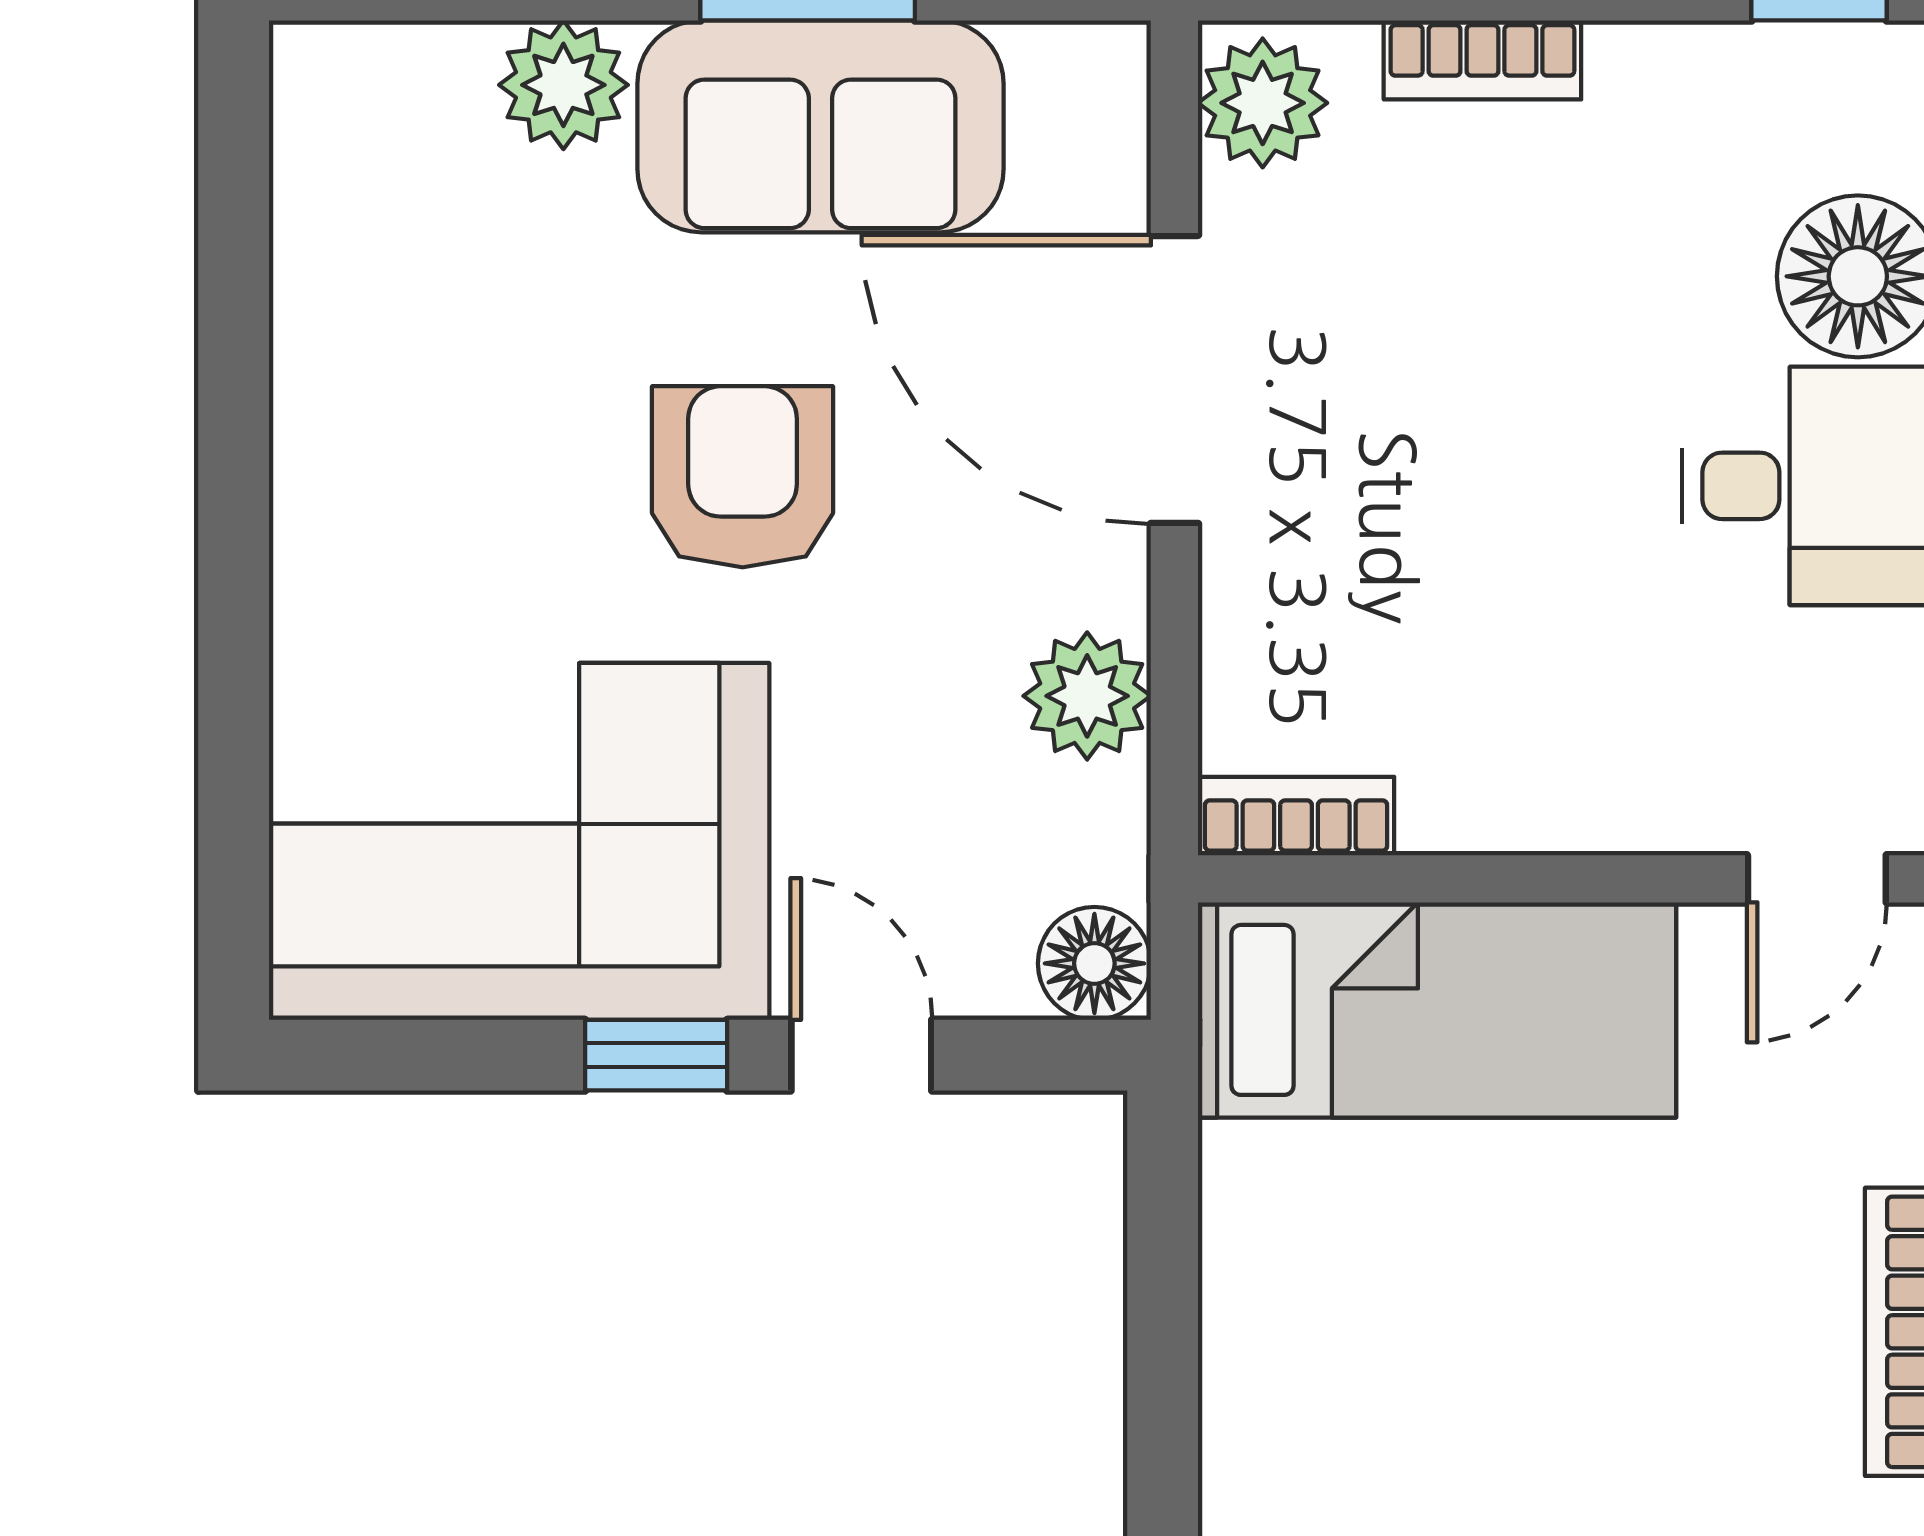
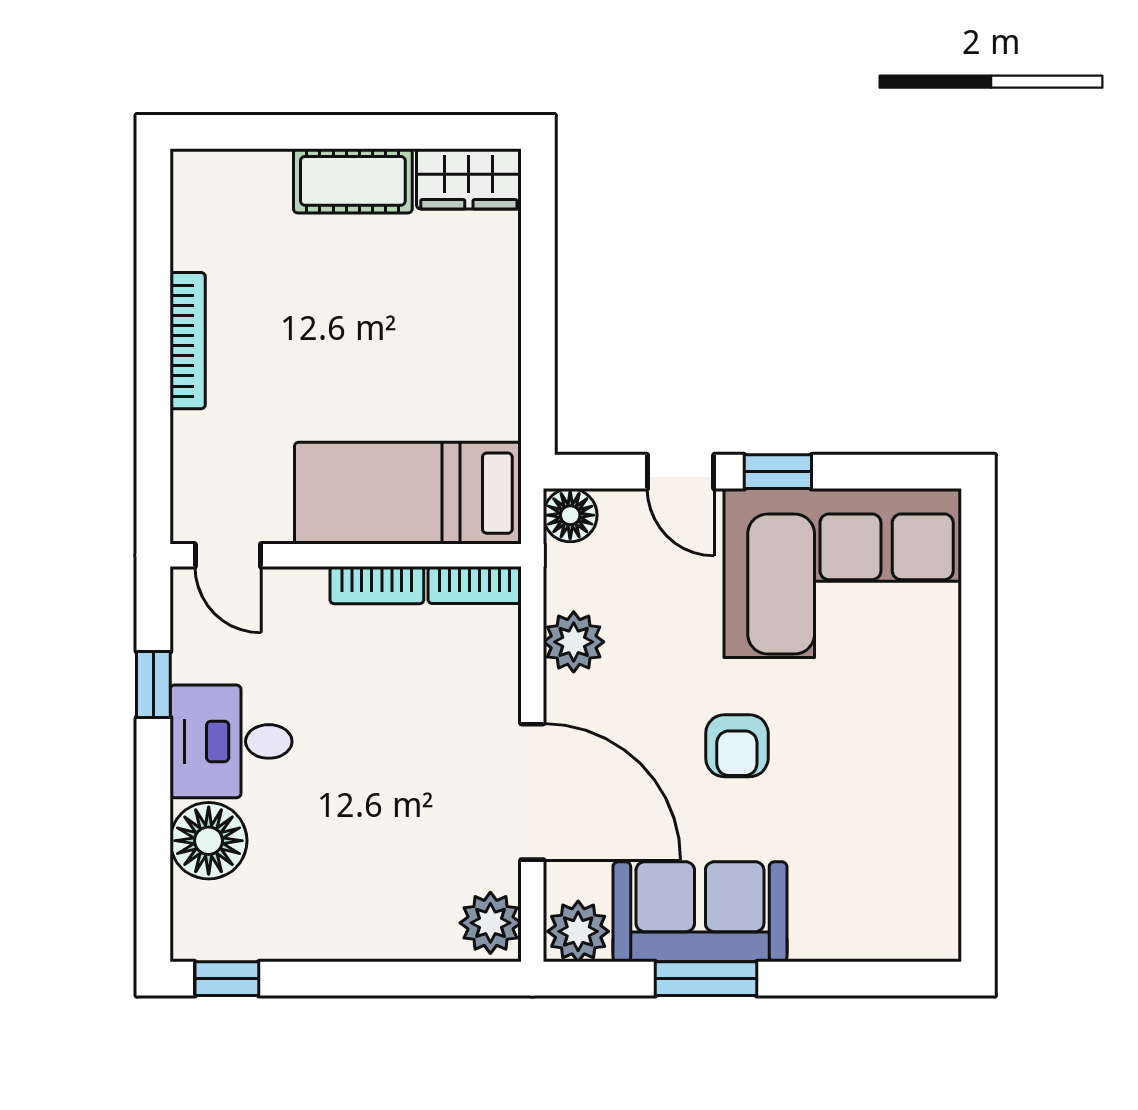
bookcase: (1482, 60) -> (377, 585), moved, turned 180
plant: (563, 85) -> (578, 931), moved
armchair: (743, 477) -> (737, 746), width x0.72, depth x0.72
door: (1817, 879) -> (228, 555), swing flipped

